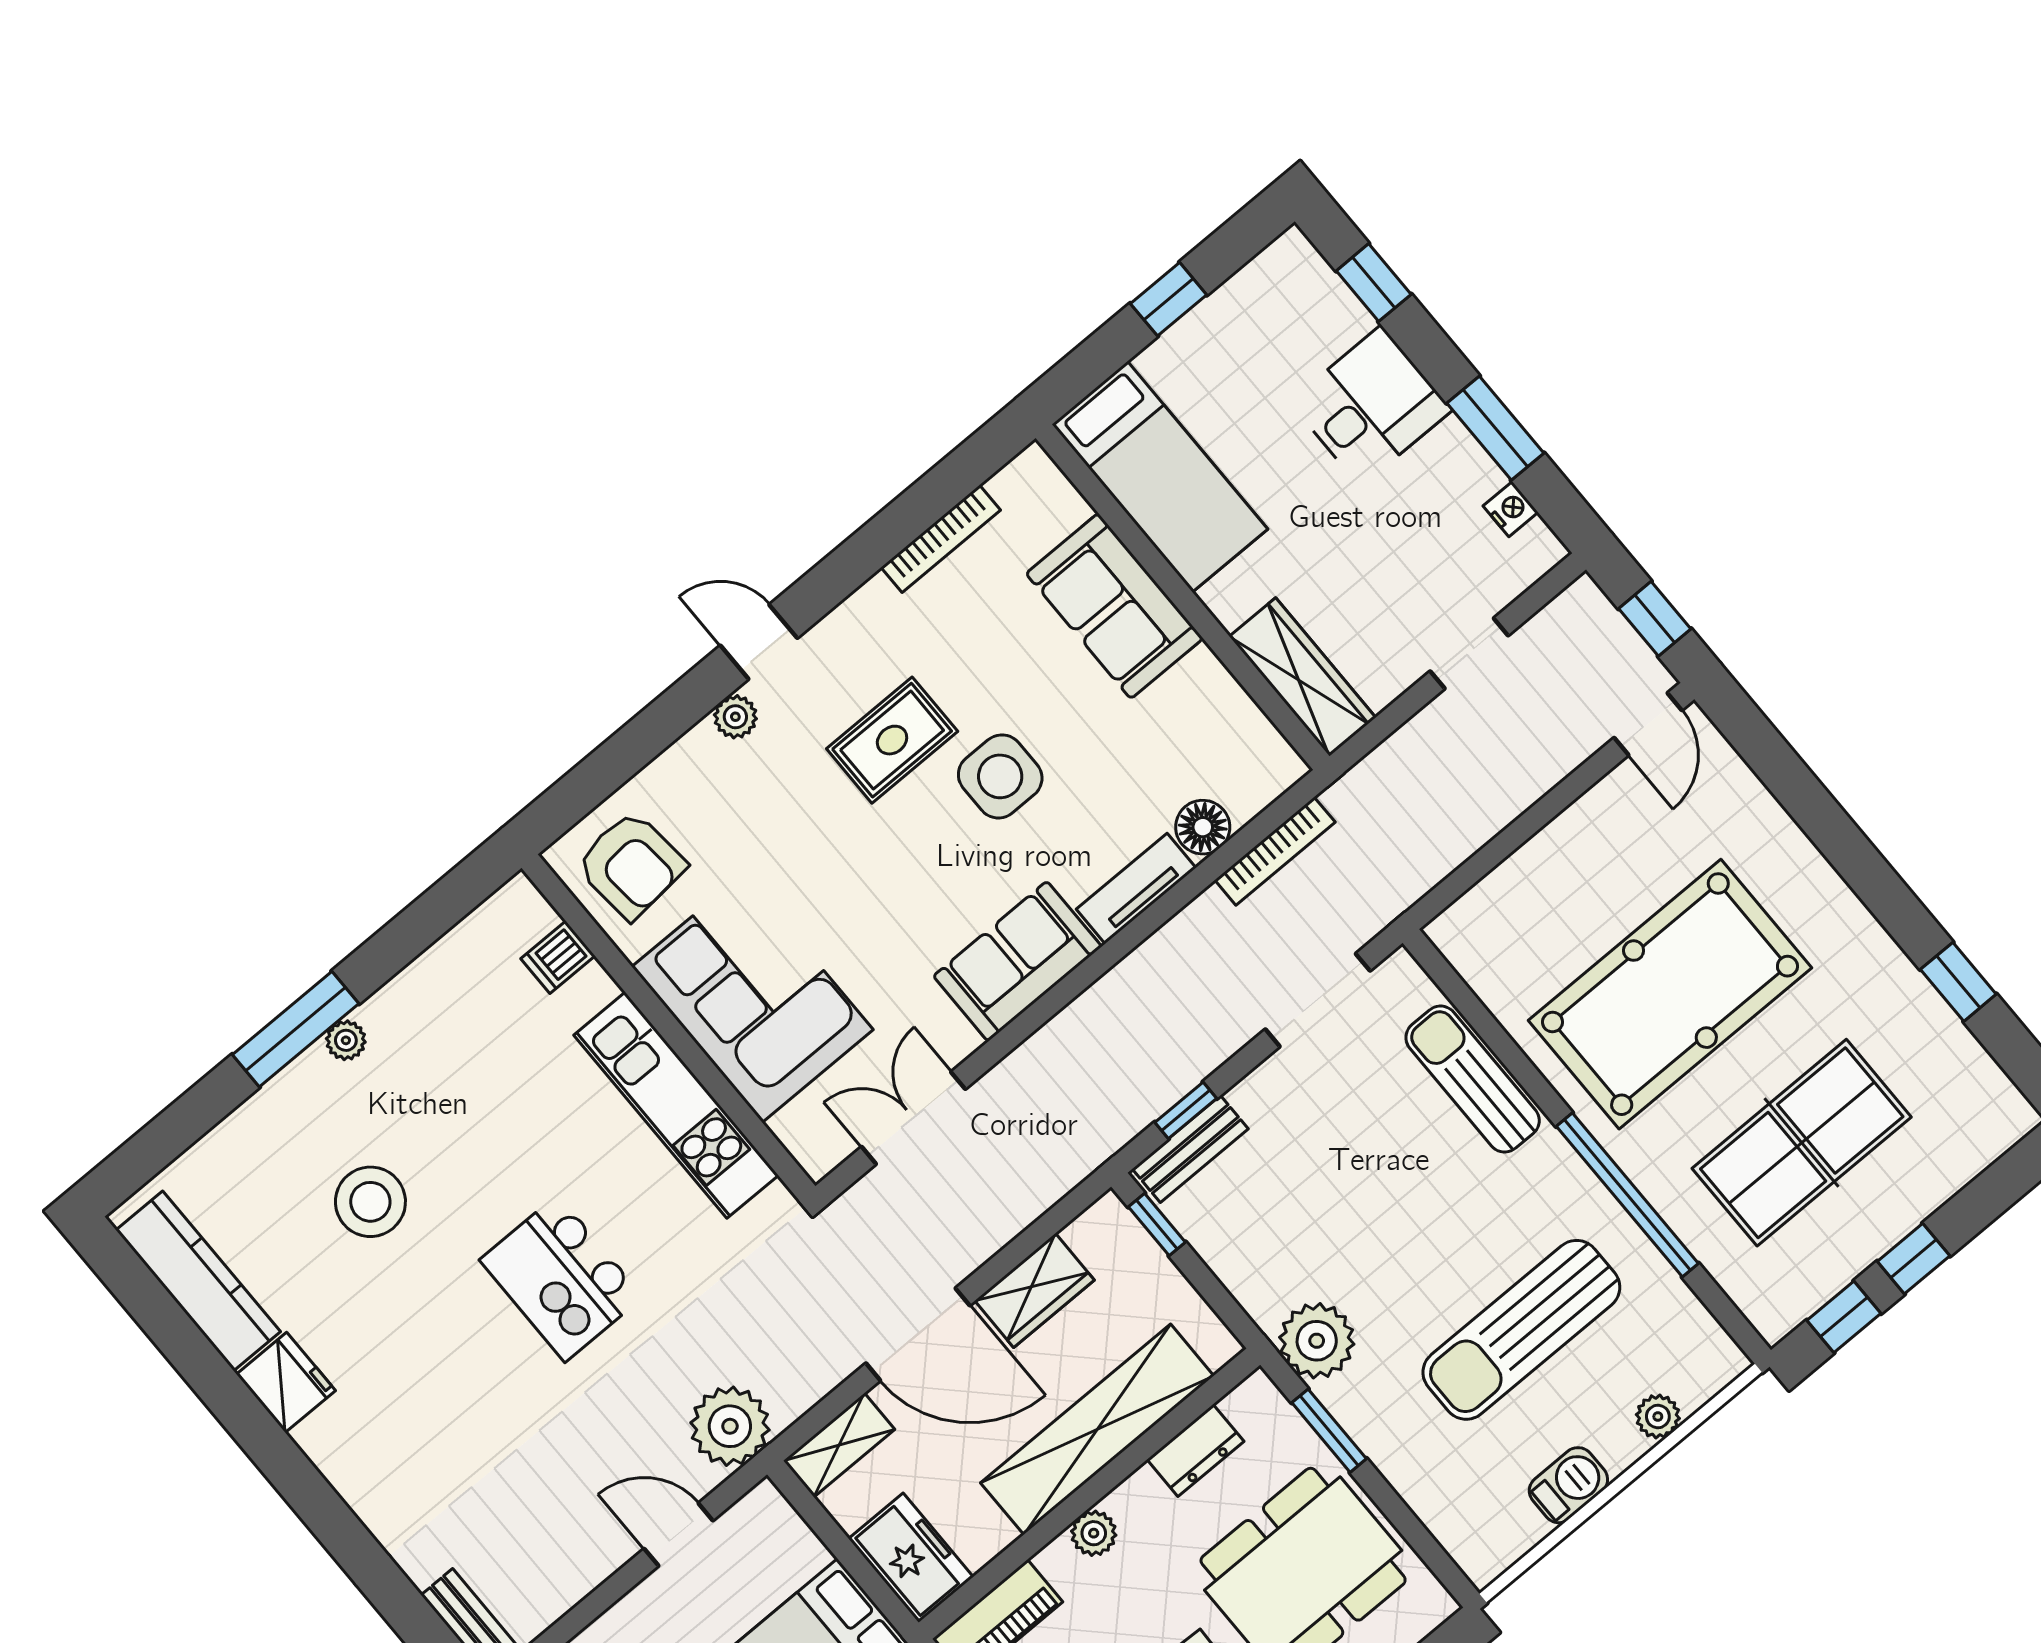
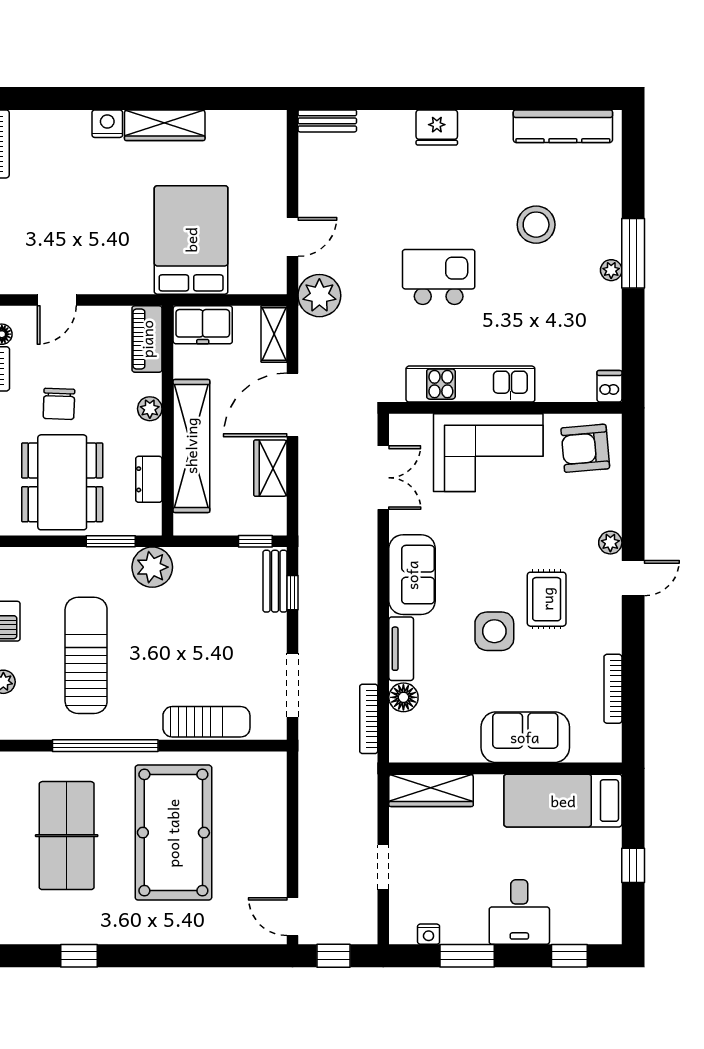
dishwasher: (558, 957) -> (609, 386), moved
fridge: (286, 1382) -> (437, 127), moved

